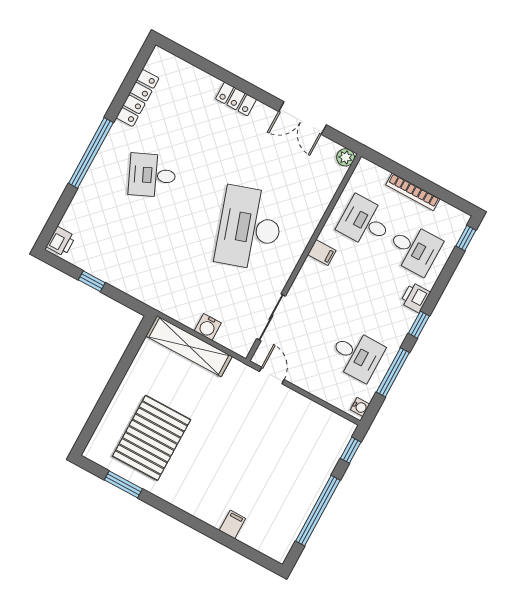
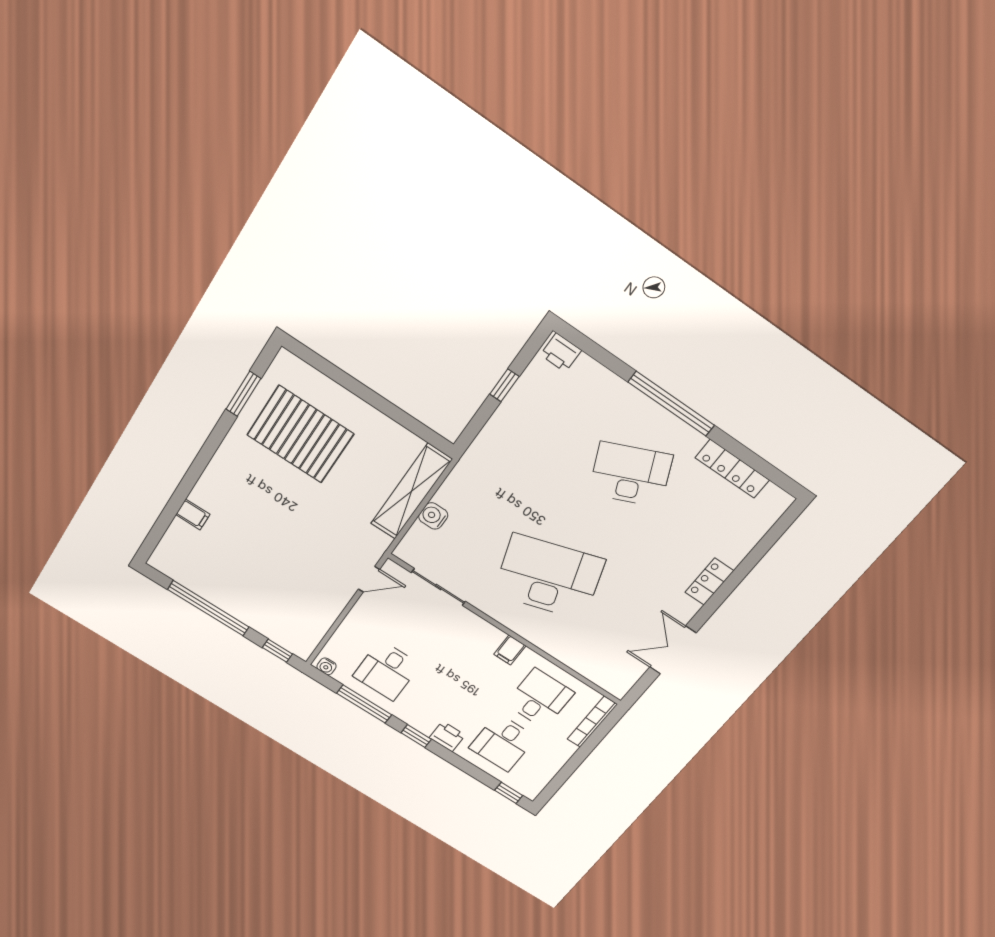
plant: (346, 157) -> (618, 688), removed
desk: (152, 175) -> (630, 475), width x1.37
bookcase: (413, 192) -> (592, 722), moved

